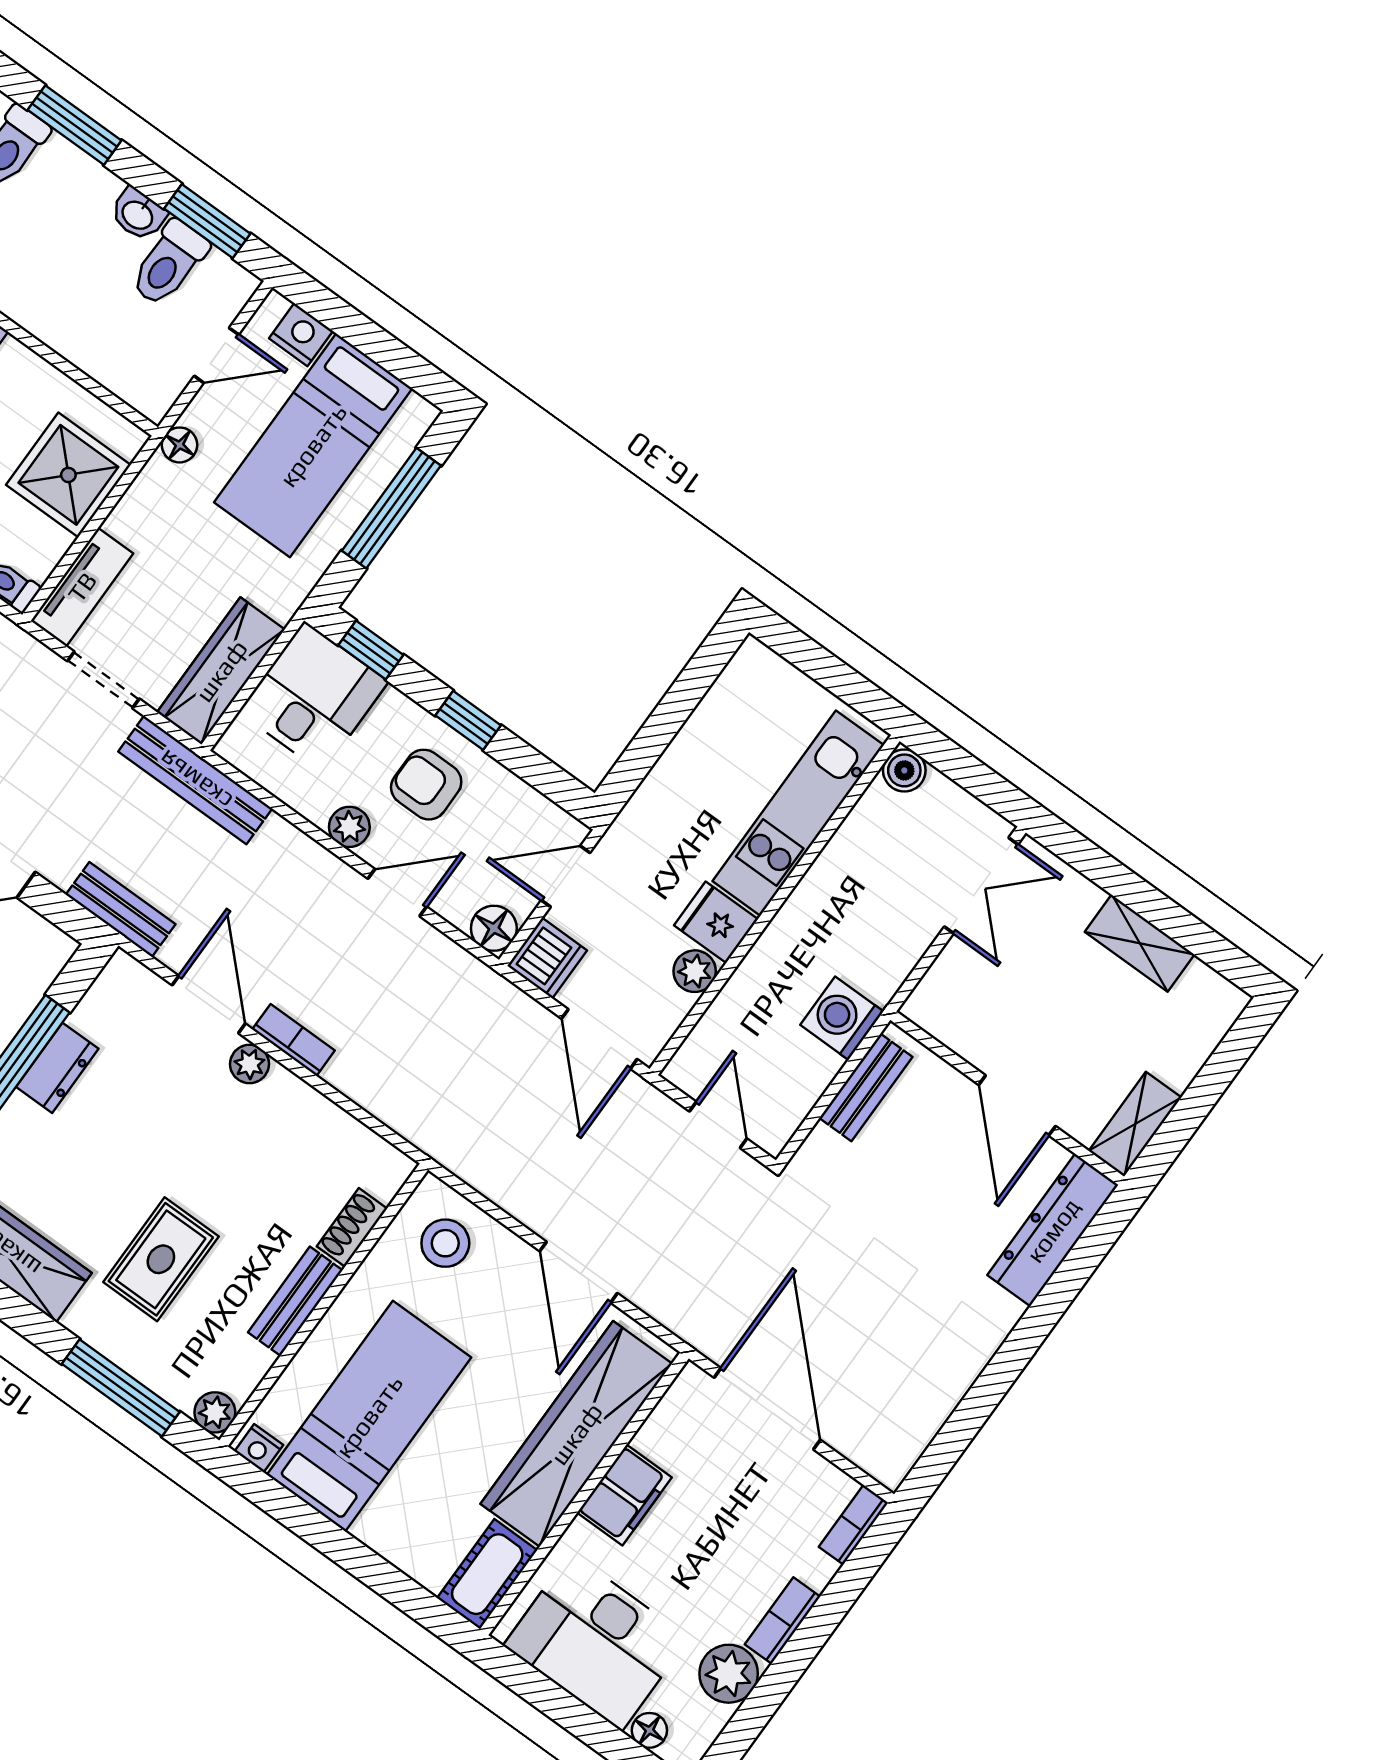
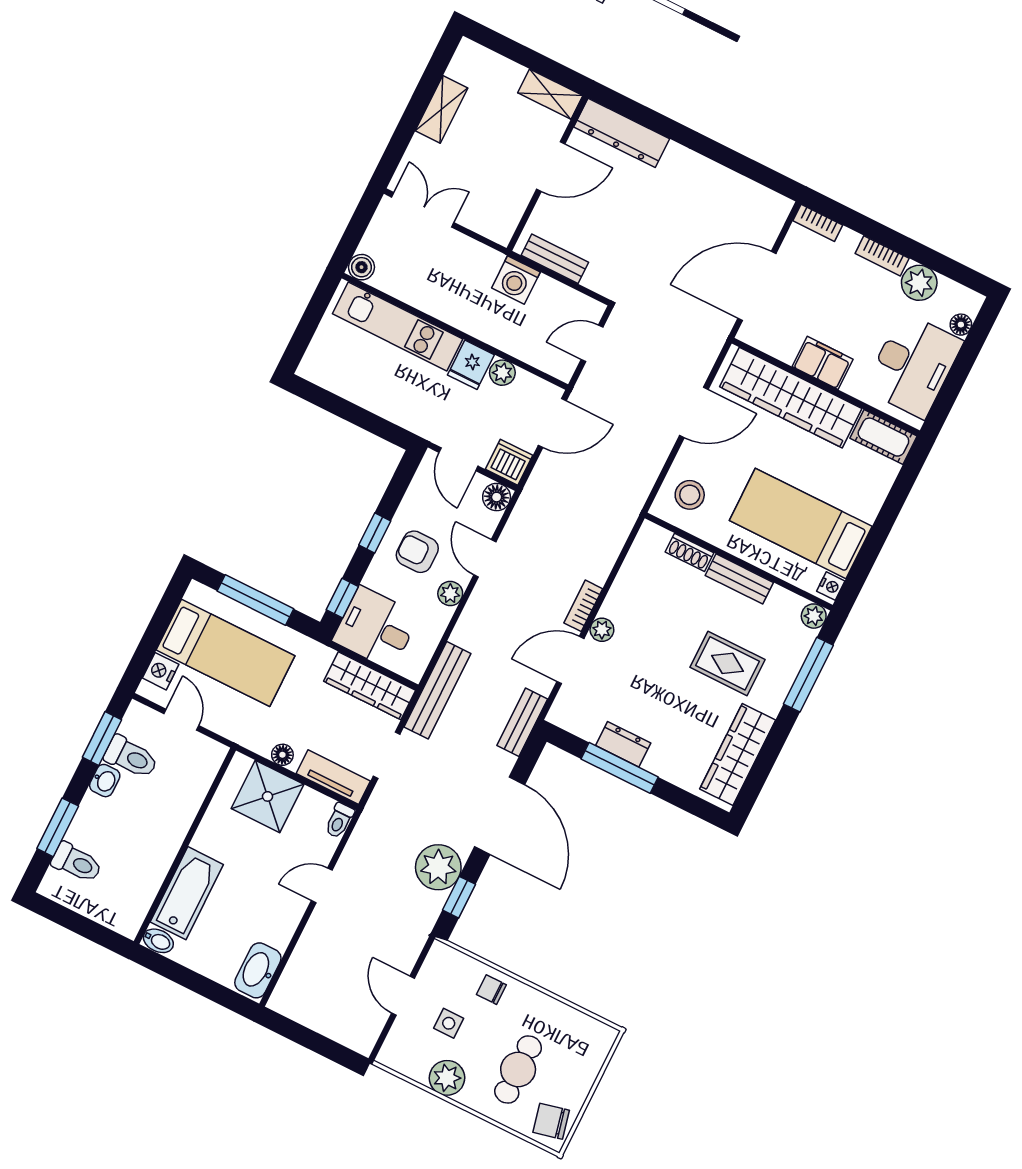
floor lamp: (179, 445) -> (282, 755), moved
armchair: (426, 785) -> (417, 552), turned 90

